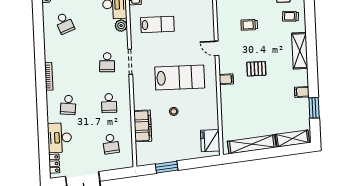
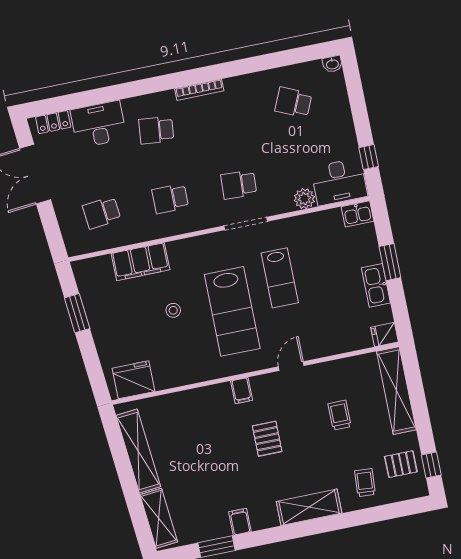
school desk: (64, 23) -> (293, 102), turned 45
lab bench: (157, 24) -> (280, 278), moved

